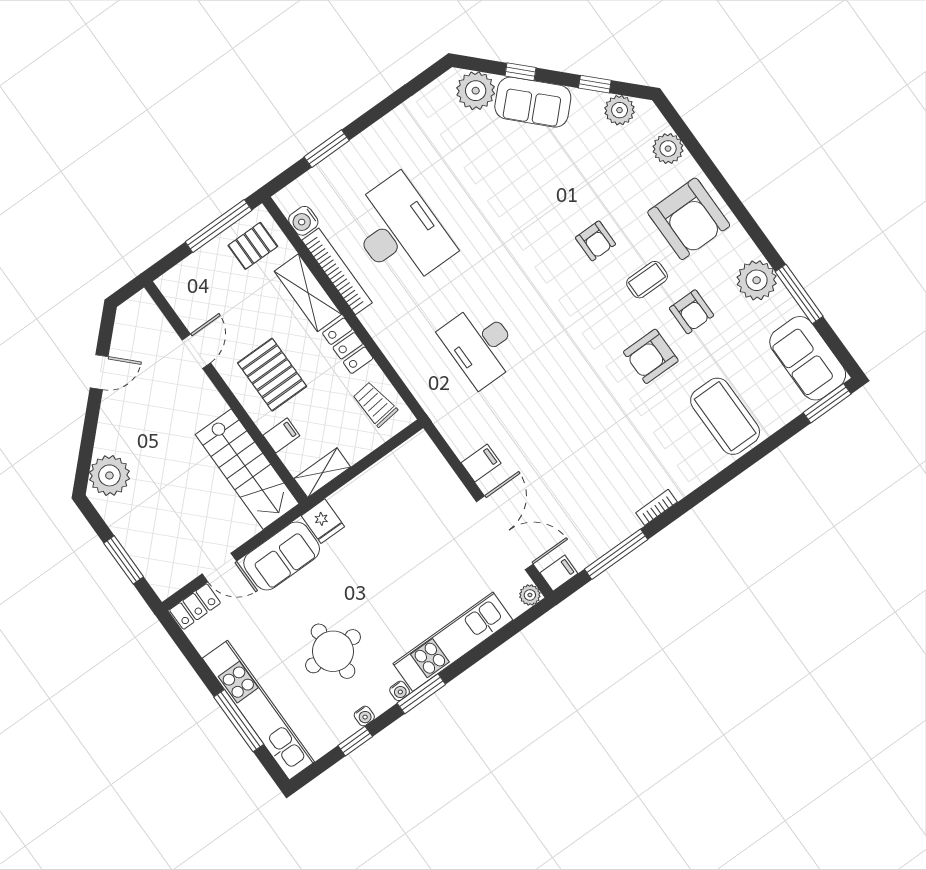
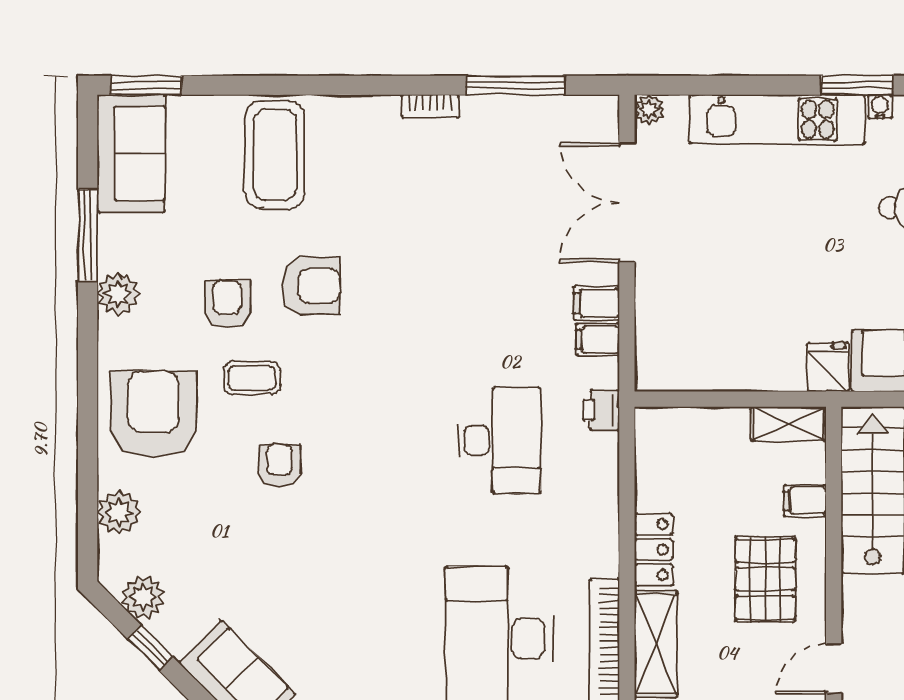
plant: (757, 280) -> (118, 294), width x0.73, depth x0.73
trolley: (375, 404) -> (671, 459), removed
printer: (435, 404) -> (601, 410), added
filing cabinet: (559, 573) -> (598, 340), moved

